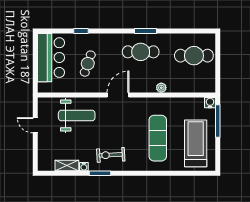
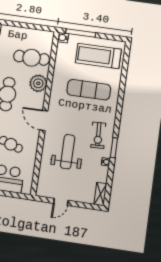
cafe table: (194, 56) -> (32, 58), moved, turned 90
plant: (161, 88) -> (38, 83), width x1.87, depth x1.87
weight bench: (77, 116) -> (68, 152), moved
shelving: (67, 166) -> (100, 194), moved

